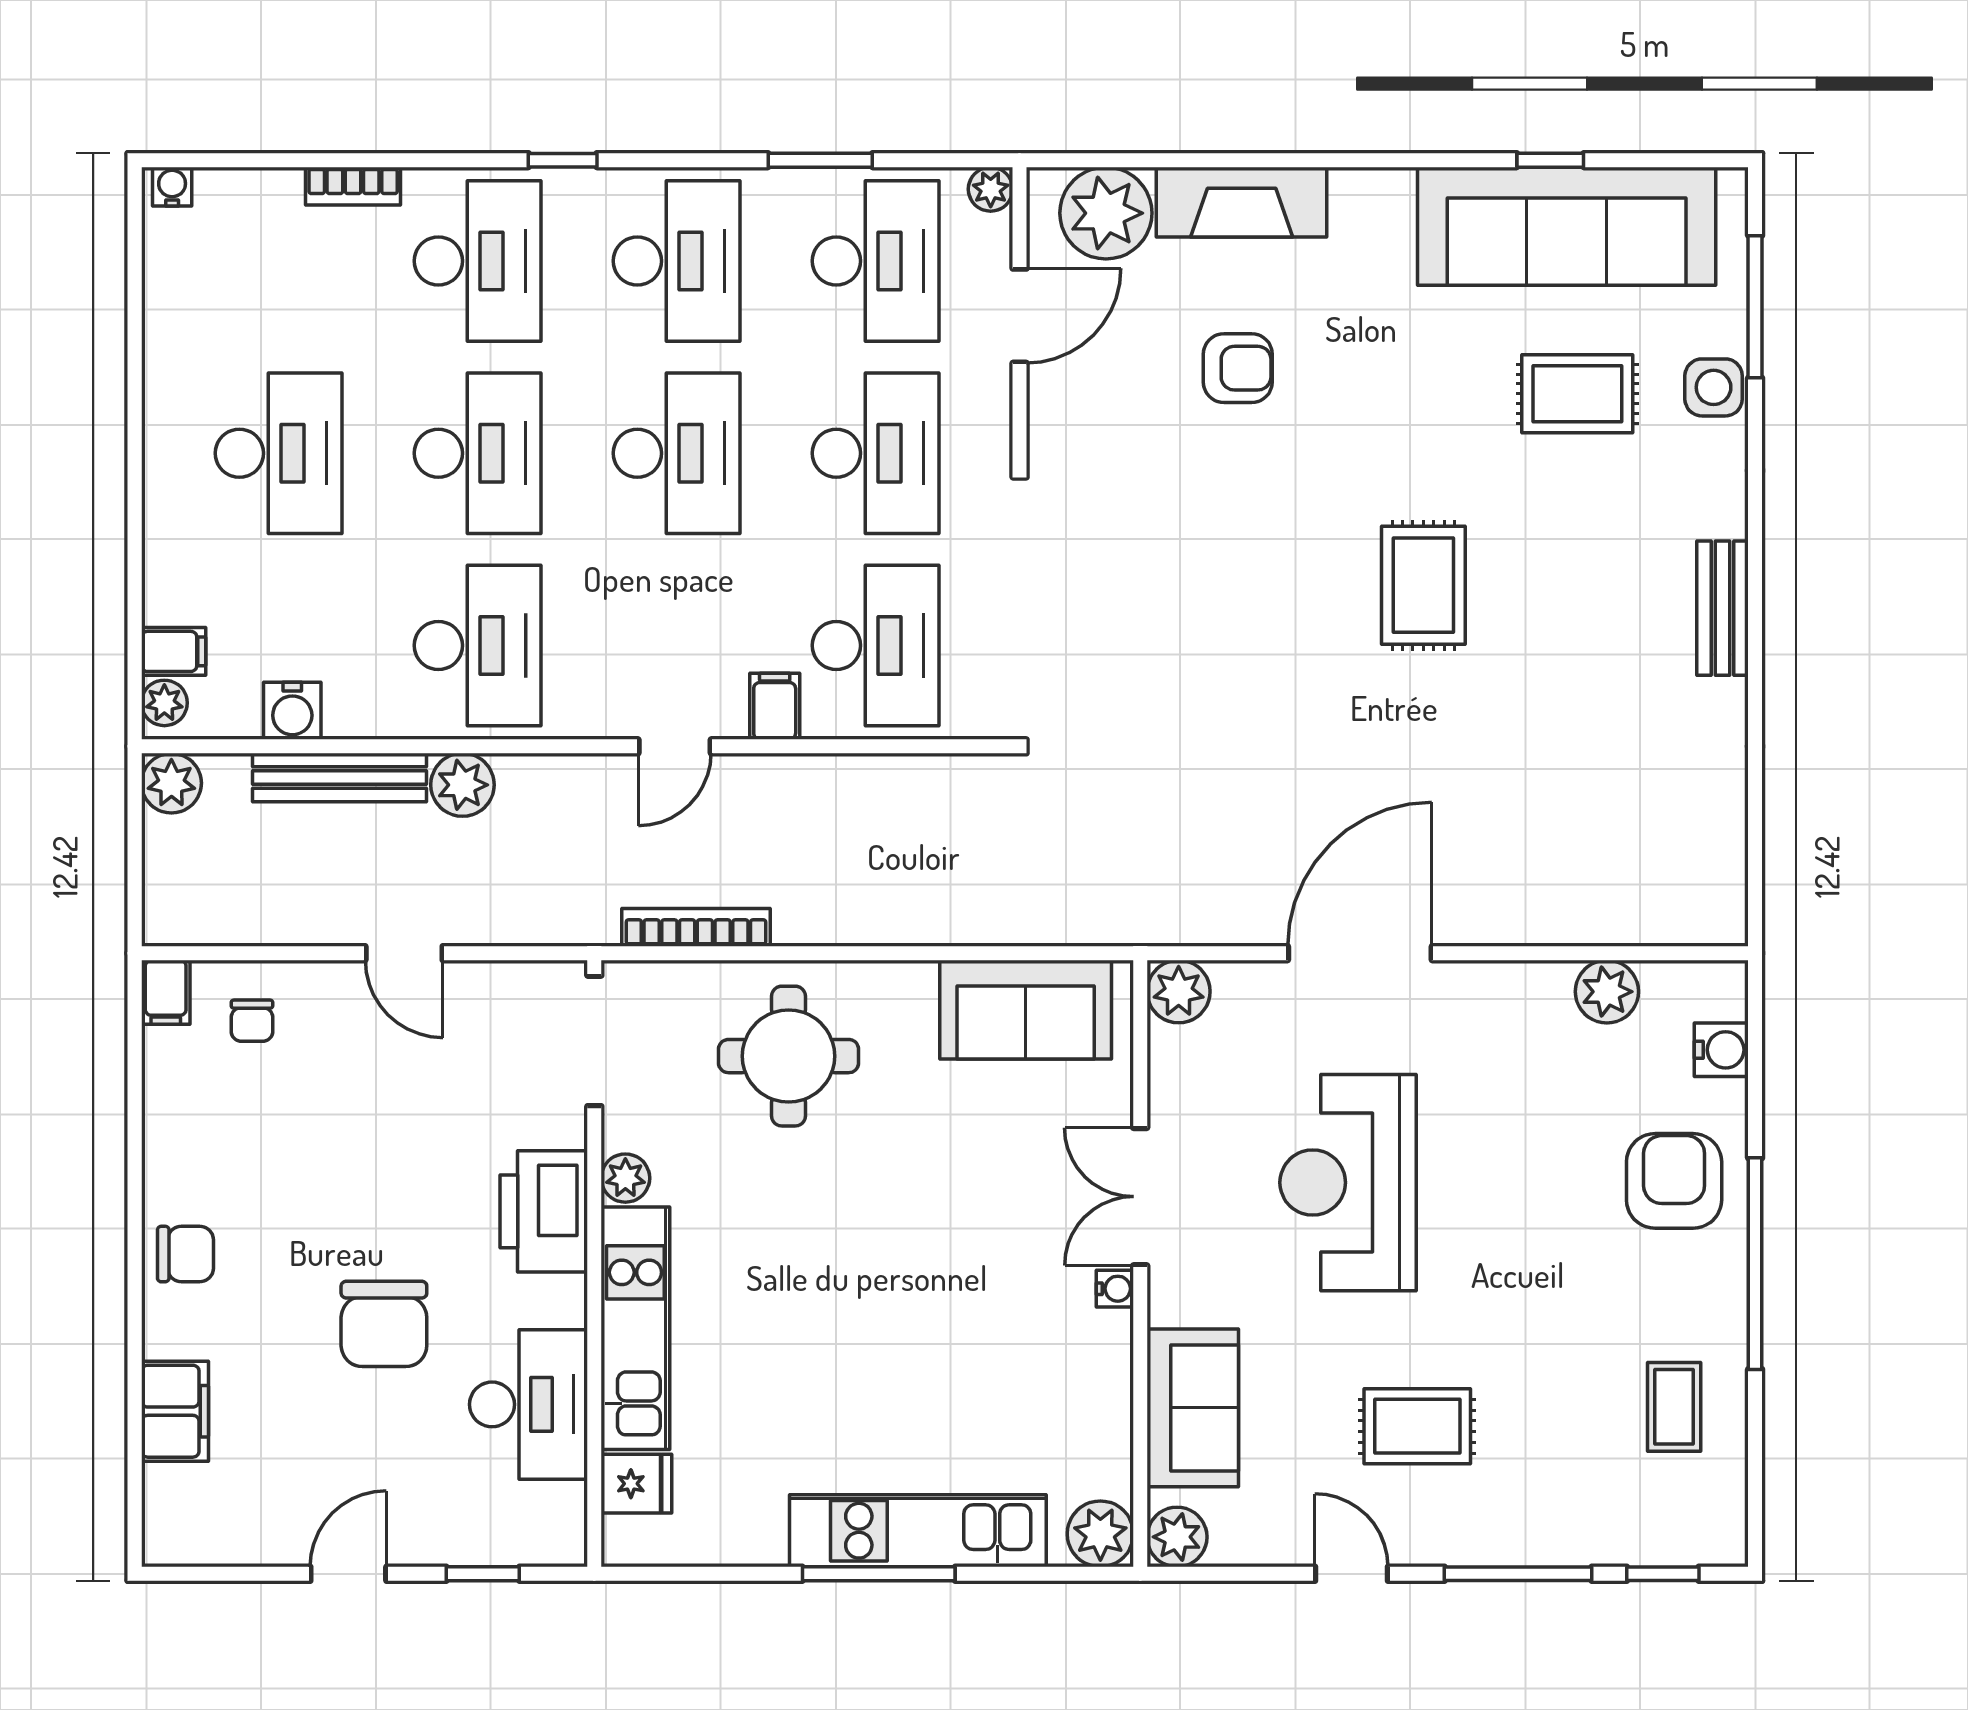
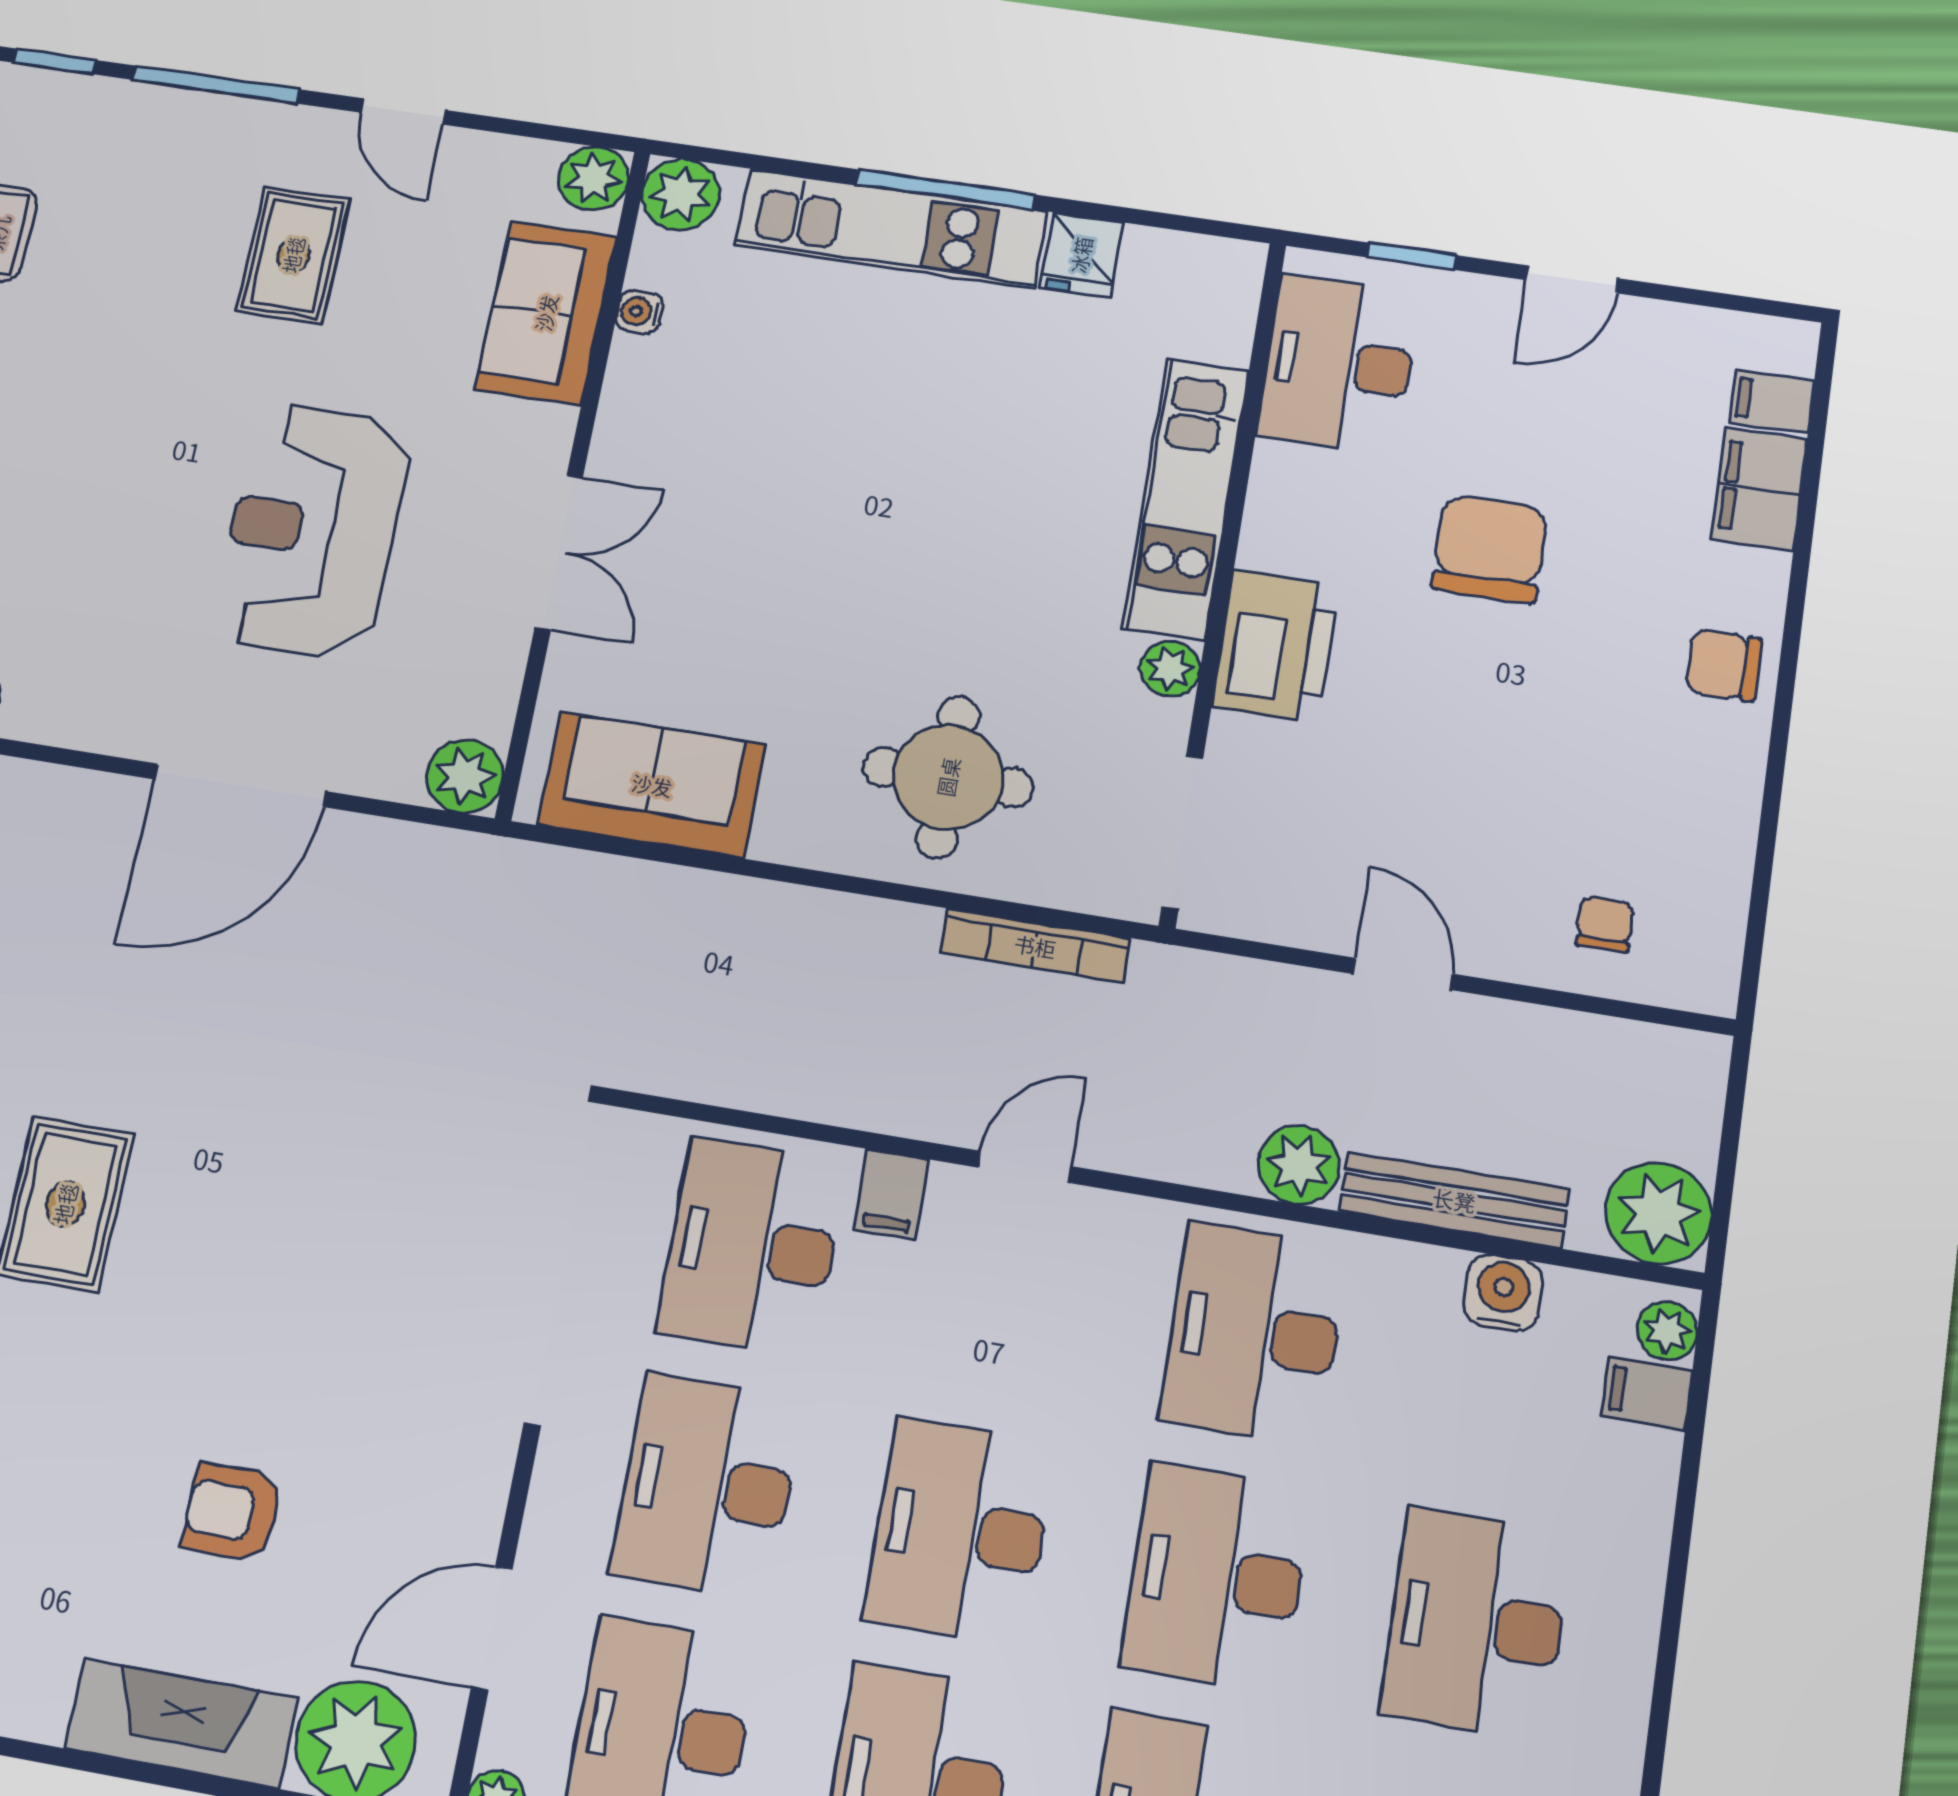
plant: (171, 783) -> (1658, 1213), width x1.36, depth x1.36
filing cabinet: (166, 992) -> (1772, 402), moved, turned -90
reception desk: (1348, 1183) -> (313, 530), turned 180
water cooler: (1115, 1289) -> (639, 312), moved
desk: (529, 1404) -> (1339, 364), moved
rug: (1417, 1426) -> (293, 255), turned 90
fridge: (636, 1484) -> (1081, 255), moved, turned -90

